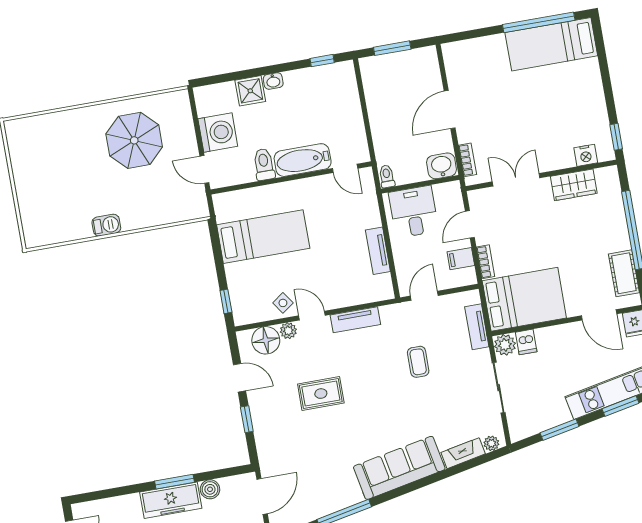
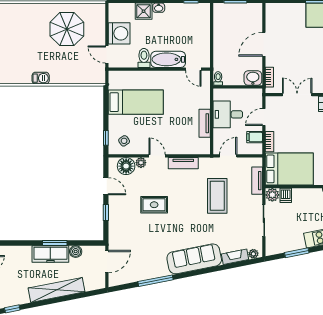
desk: (414, 212) -> (228, 114), moved, turned -90
side table: (283, 303) -> (124, 141), moved
coffee table: (418, 362) -> (217, 196), width x1.86, depth x1.72

